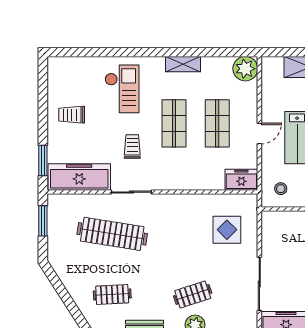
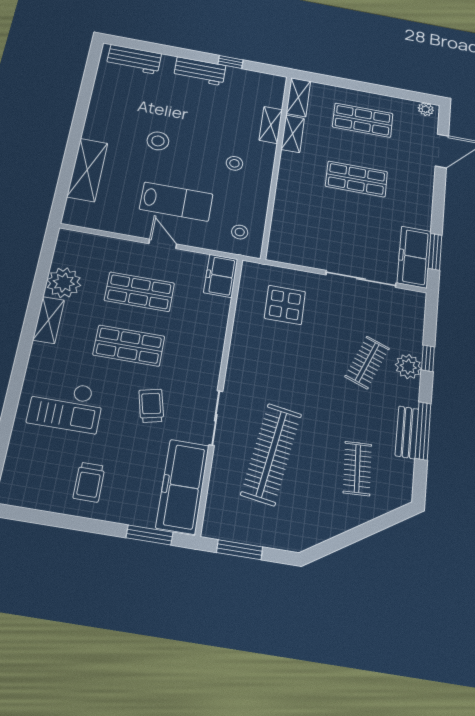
plant: (245, 69) -> (64, 283), moved
checkout: (122, 89) -> (66, 406), turned 180
trolley: (132, 147) -> (151, 406), turned 77
clothes rail: (193, 294) -> (367, 362), turned 39

